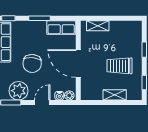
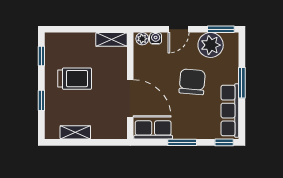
shelving: (98, 26) -> (75, 132), moved
door: (78, 63) -> (130, 98), moved
shelving: (115, 95) -> (111, 39), moved

